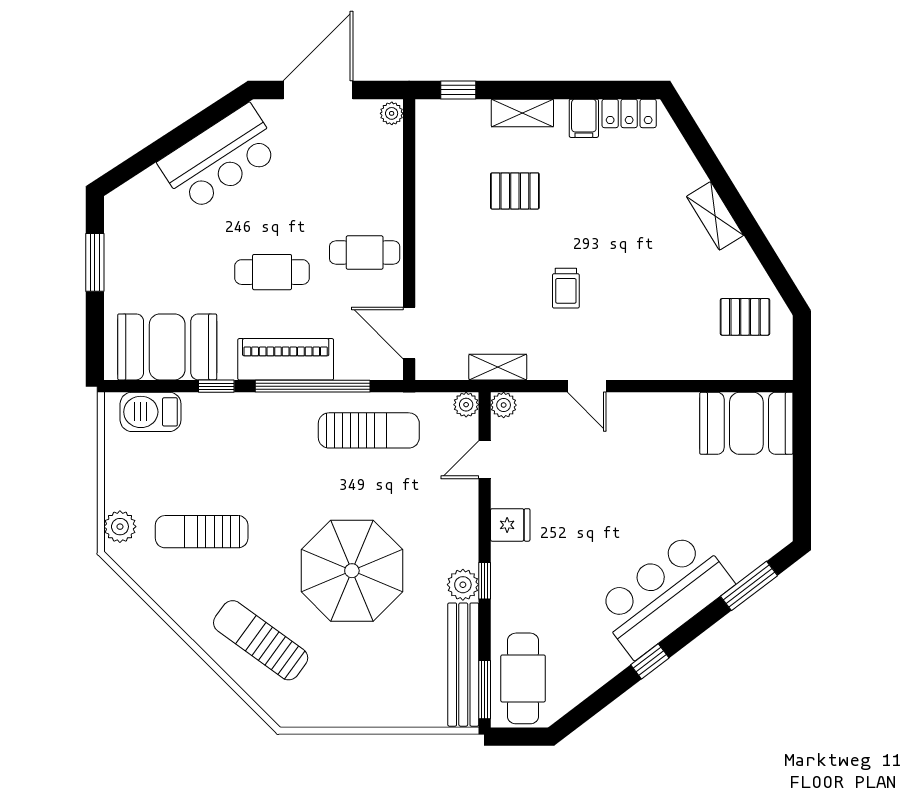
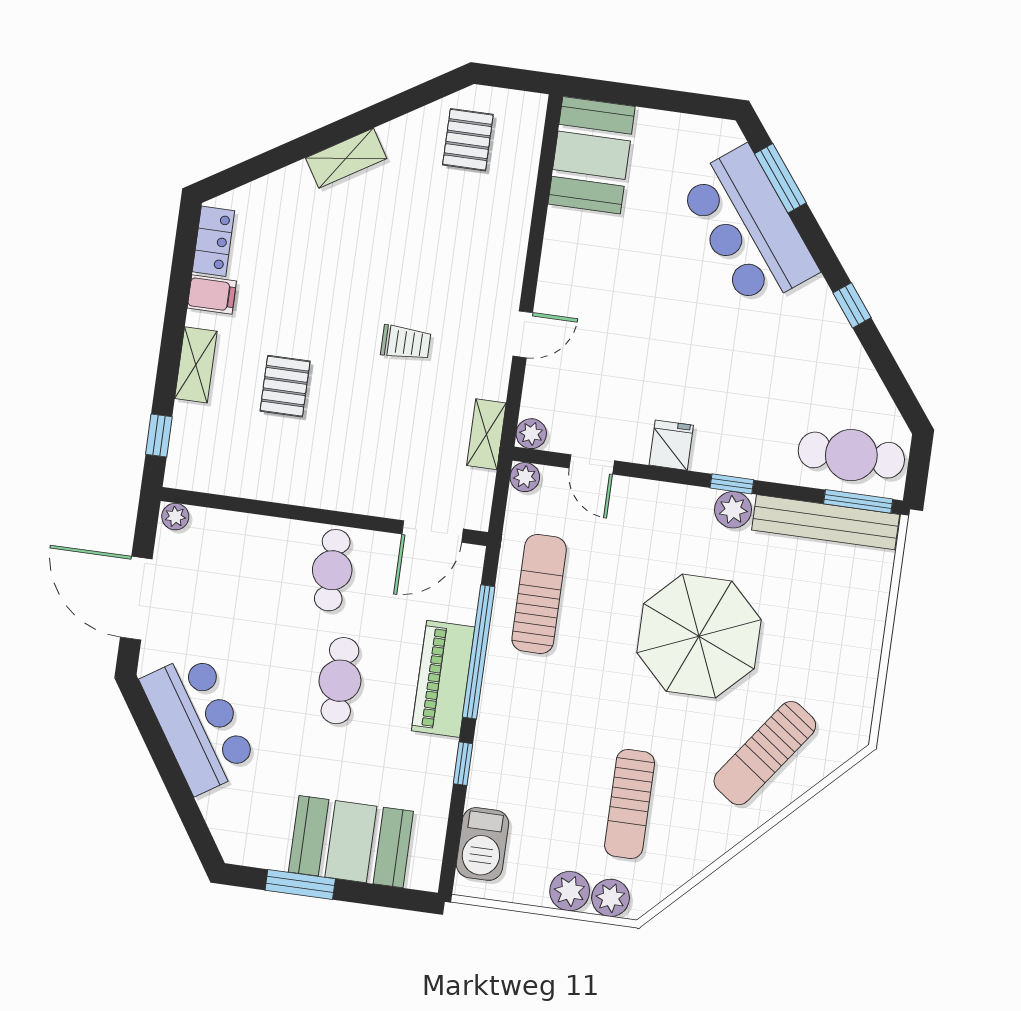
booth: (167, 347) -> (351, 842), moved, turned 90
plant: (121, 491) -> (570, 891), added
bar counter: (664, 595) -> (748, 227), moved

